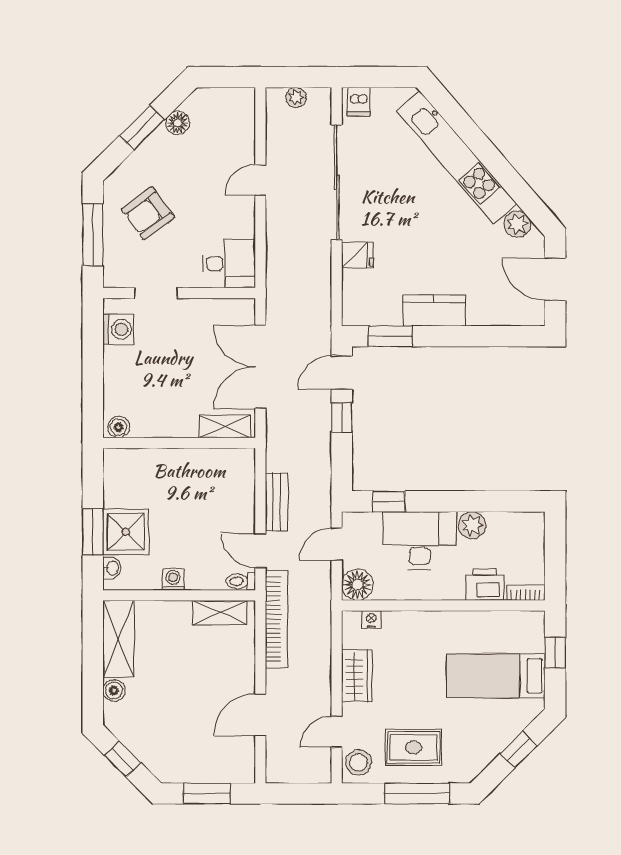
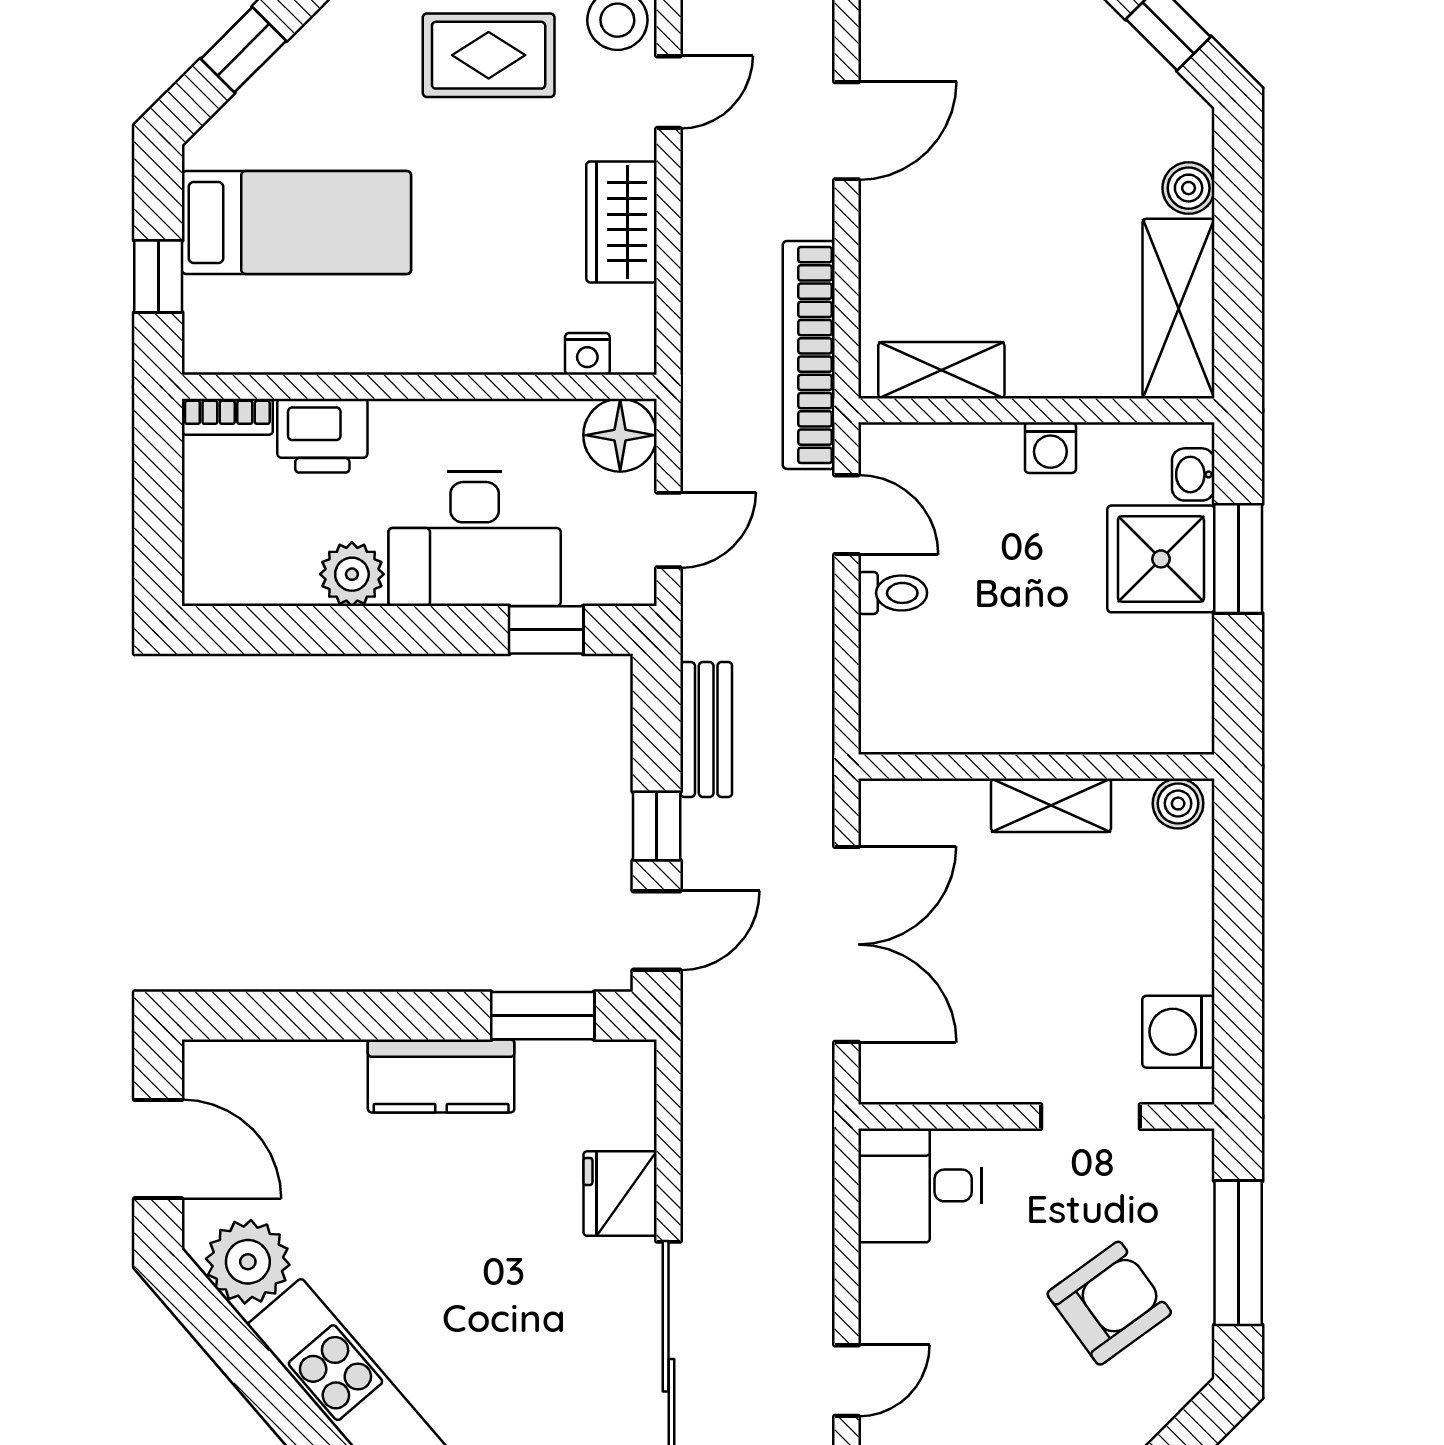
plant: (517, 224) -> (248, 1262), width x1.36, depth x1.36
fridge: (357, 255) -> (620, 1194), width x1.38
shelving: (225, 426) -> (1051, 805), moved
bench: (277, 502) -> (706, 729), moved
toilet: (241, 581) -> (893, 593), moved

